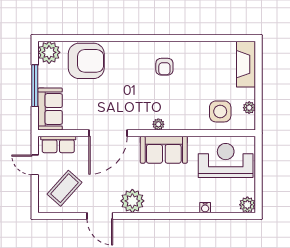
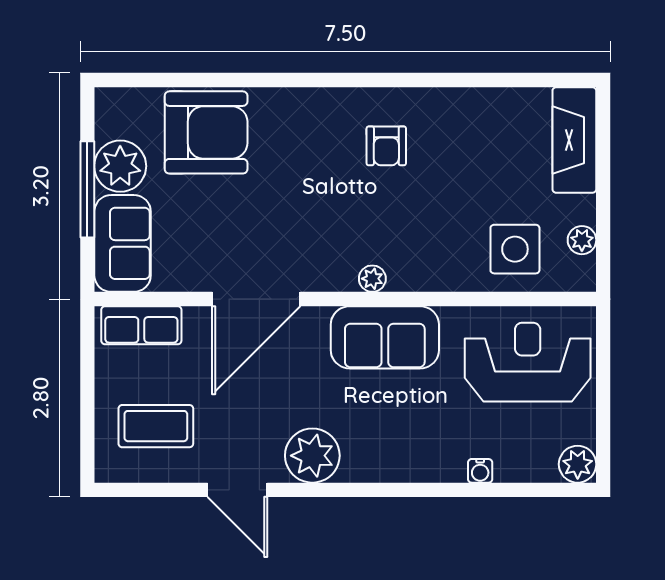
plant: (49, 52) -> (120, 166), moved
door: (35, 165) -> (87, 372), removed
coffee table: (64, 188) -> (156, 426), turned 48

